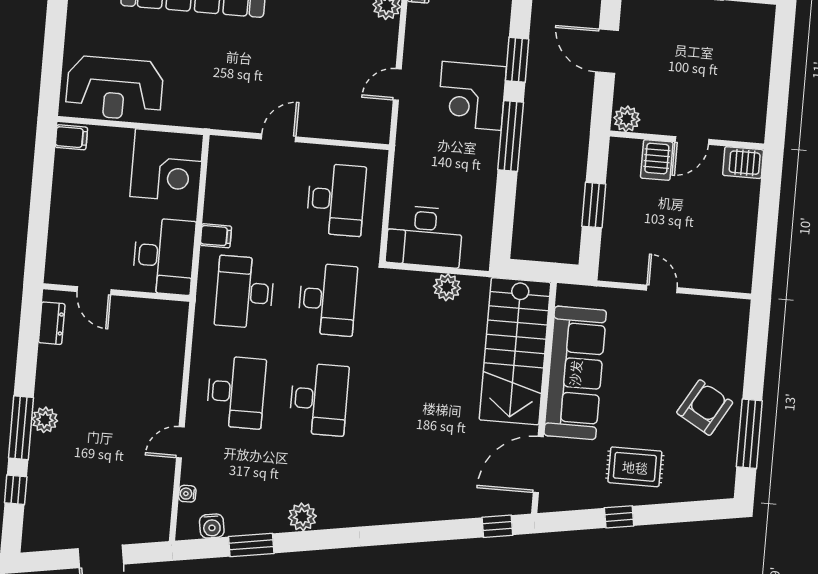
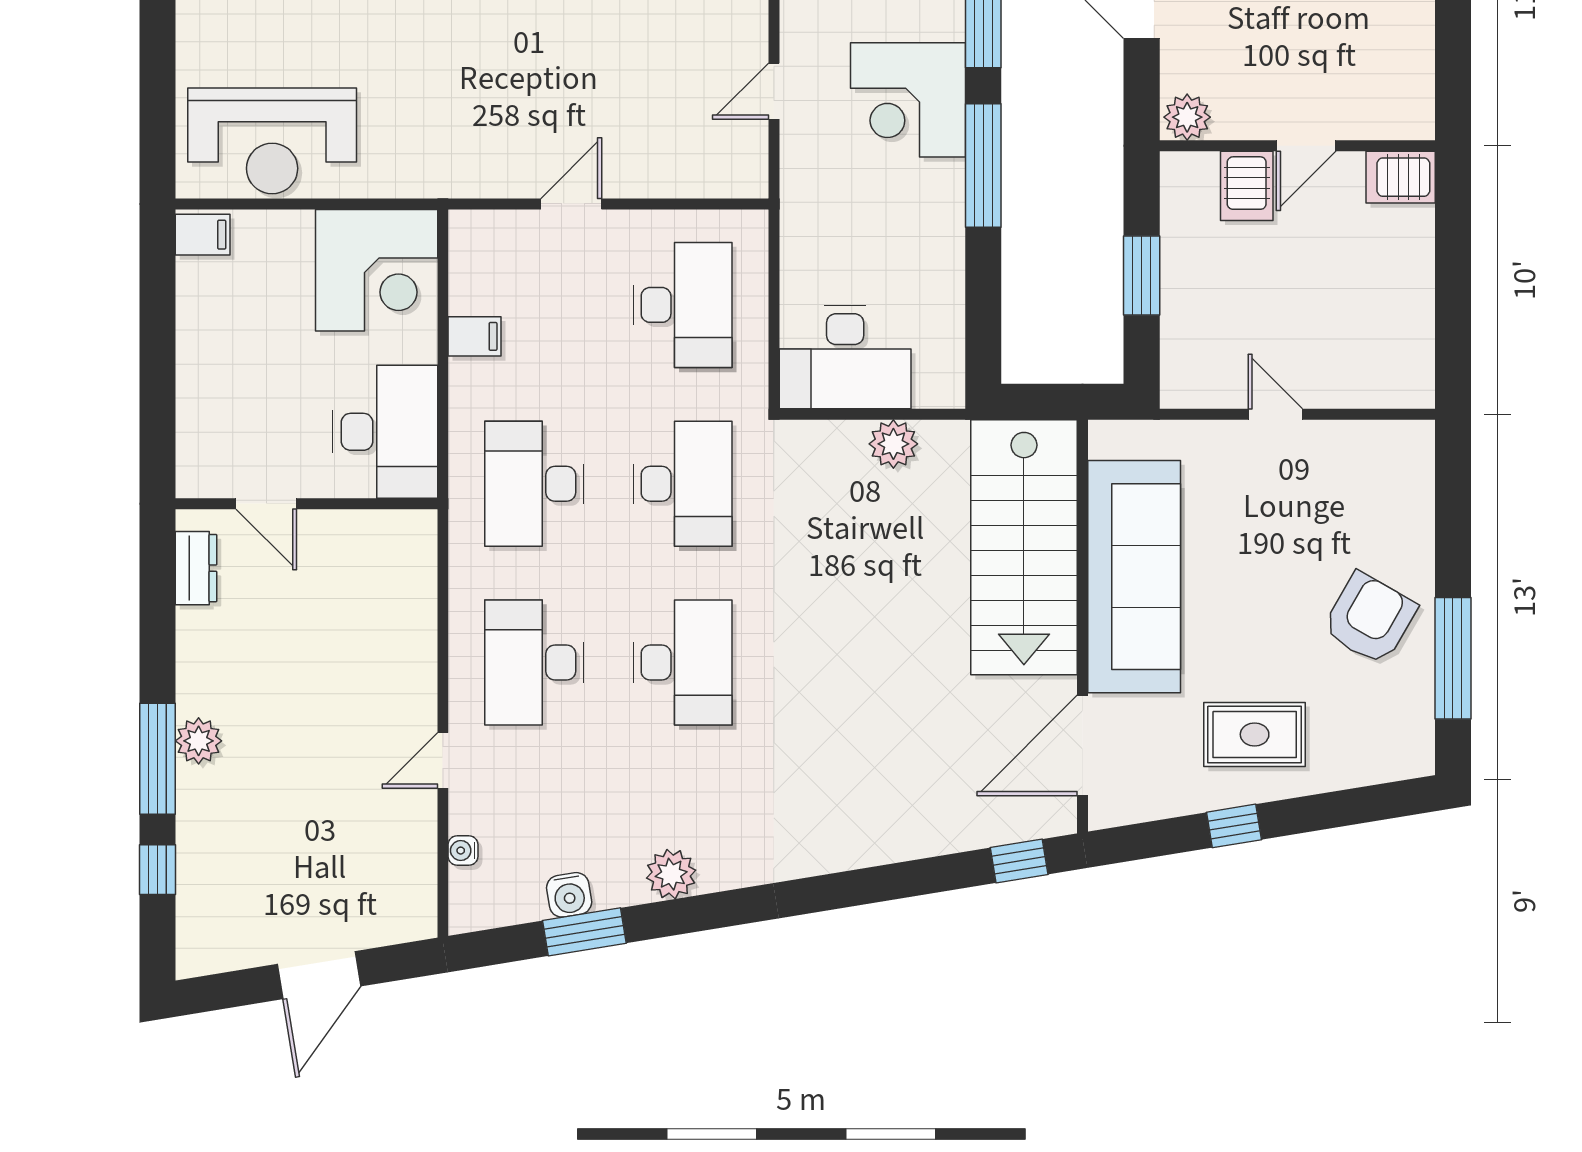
filing cabinet: (216, 236) -> (475, 336), moved
desk: (236, 392) -> (534, 663), turned 180
water cooler: (212, 526) -> (569, 895), moved

